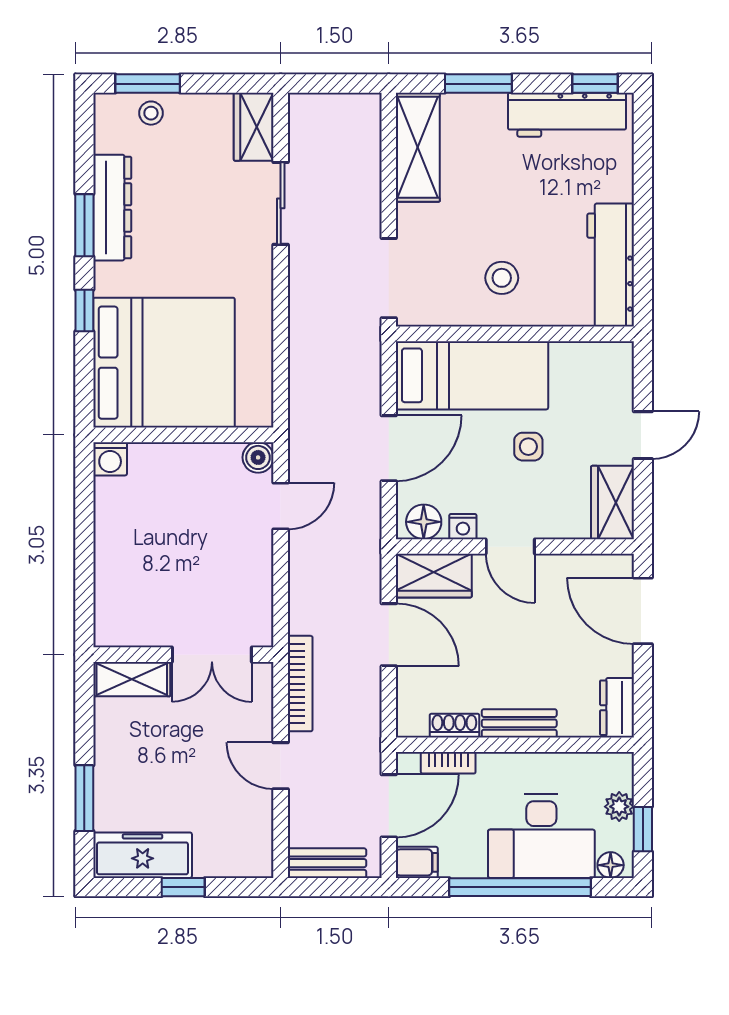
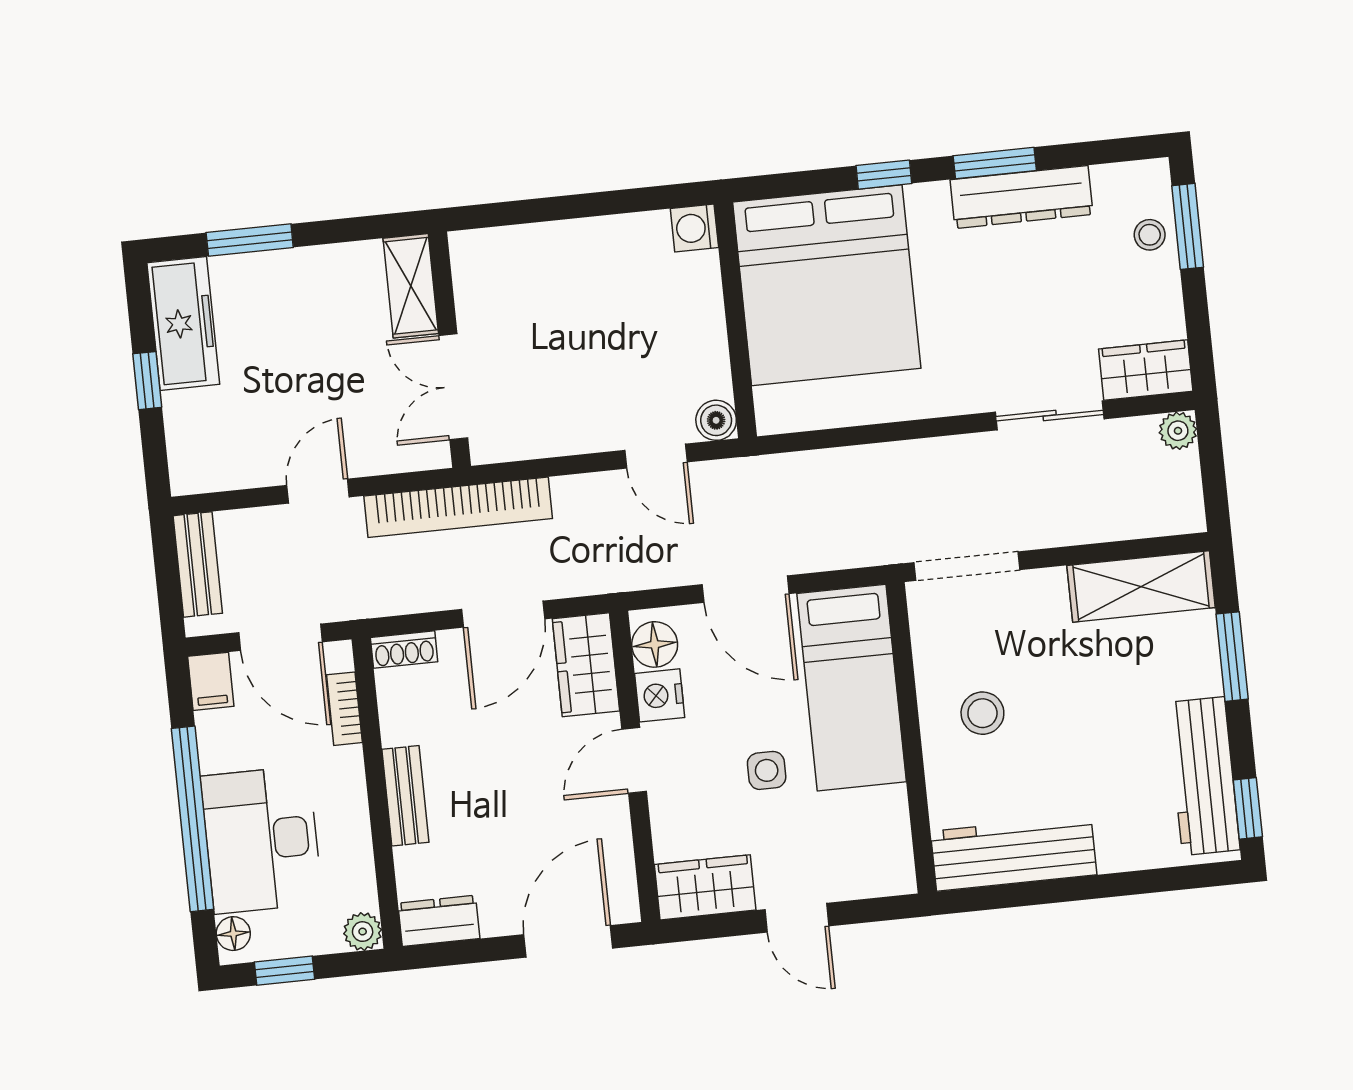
plant: (302, 107) -> (1178, 431), added
nightstand: (463, 527) -> (660, 695), width x1.39, depth x1.35
bookcase: (300, 684) -> (458, 507), width x1.48, depth x1.31
shoe rack: (454, 726) -> (404, 650), moved, turned 90
plant: (619, 807) -> (363, 932), moved

